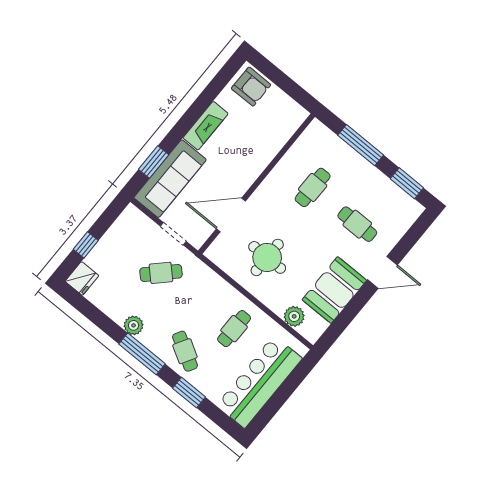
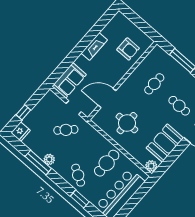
armchair: (251, 87) -> (128, 49), moved
window: (154, 162) -> (64, 66), removed
sofa: (170, 179) -> (69, 80), width x0.73
plant: (294, 316) -> (151, 166), moved
cafe table: (234, 329) -> (107, 163), width x1.37, depth x1.35
window: (142, 354) -> (38, 163), moved

